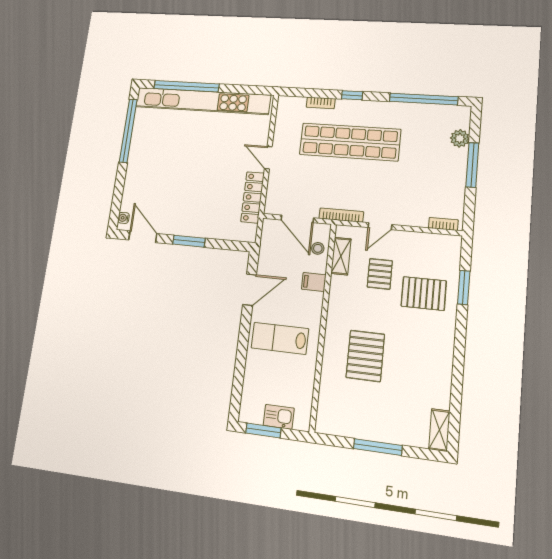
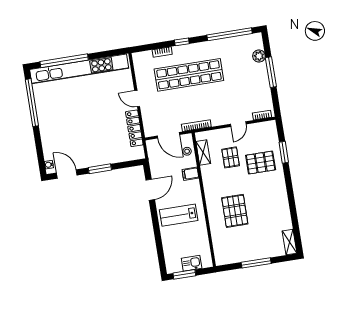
door: (380, 226) -> (238, 124), moved

